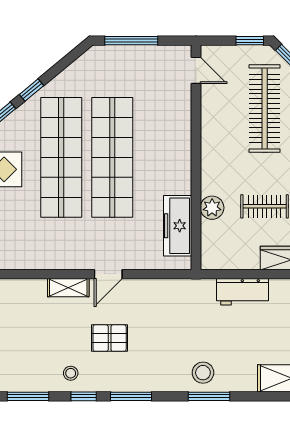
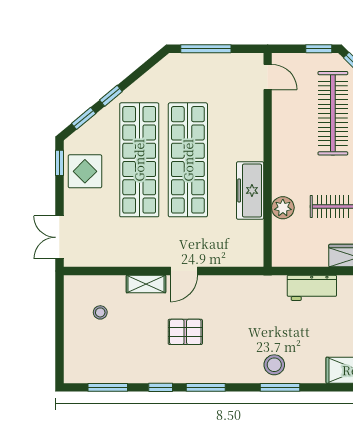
freezer: (178, 226) -> (250, 190), moved
stool: (71, 373) -> (100, 312), moved

